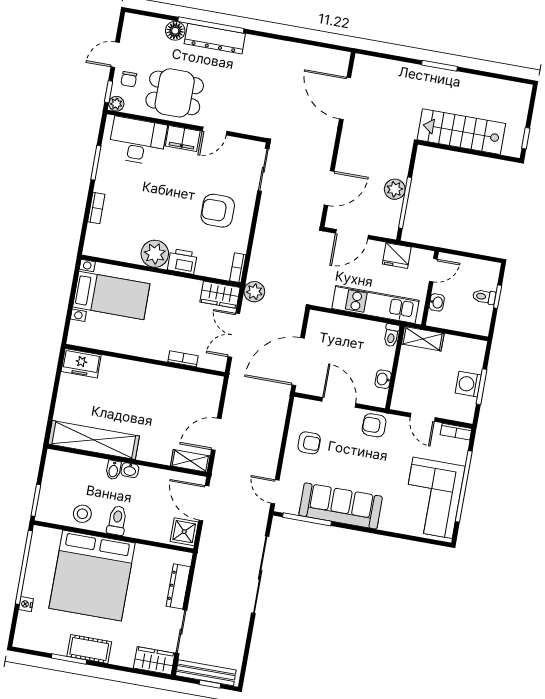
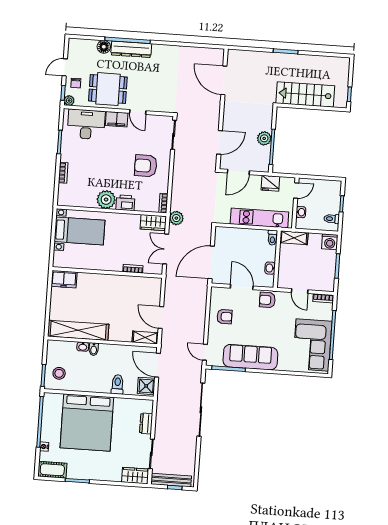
door: (215, 131) -> (138, 112), hinge flipped
toilet: (484, 297) -> (332, 219), moved
washing machine: (468, 384) -> (330, 242), moved, turned -90
door: (216, 434) -> (161, 318), hinge flipped
washbasin: (130, 470) -> (83, 347), moved
stool: (82, 514) -> (59, 373), moved
toilet: (117, 520) -> (118, 384), moved
dresser: (178, 586) -> (146, 424), width x0.70
cot: (89, 649) -> (52, 470), moved

